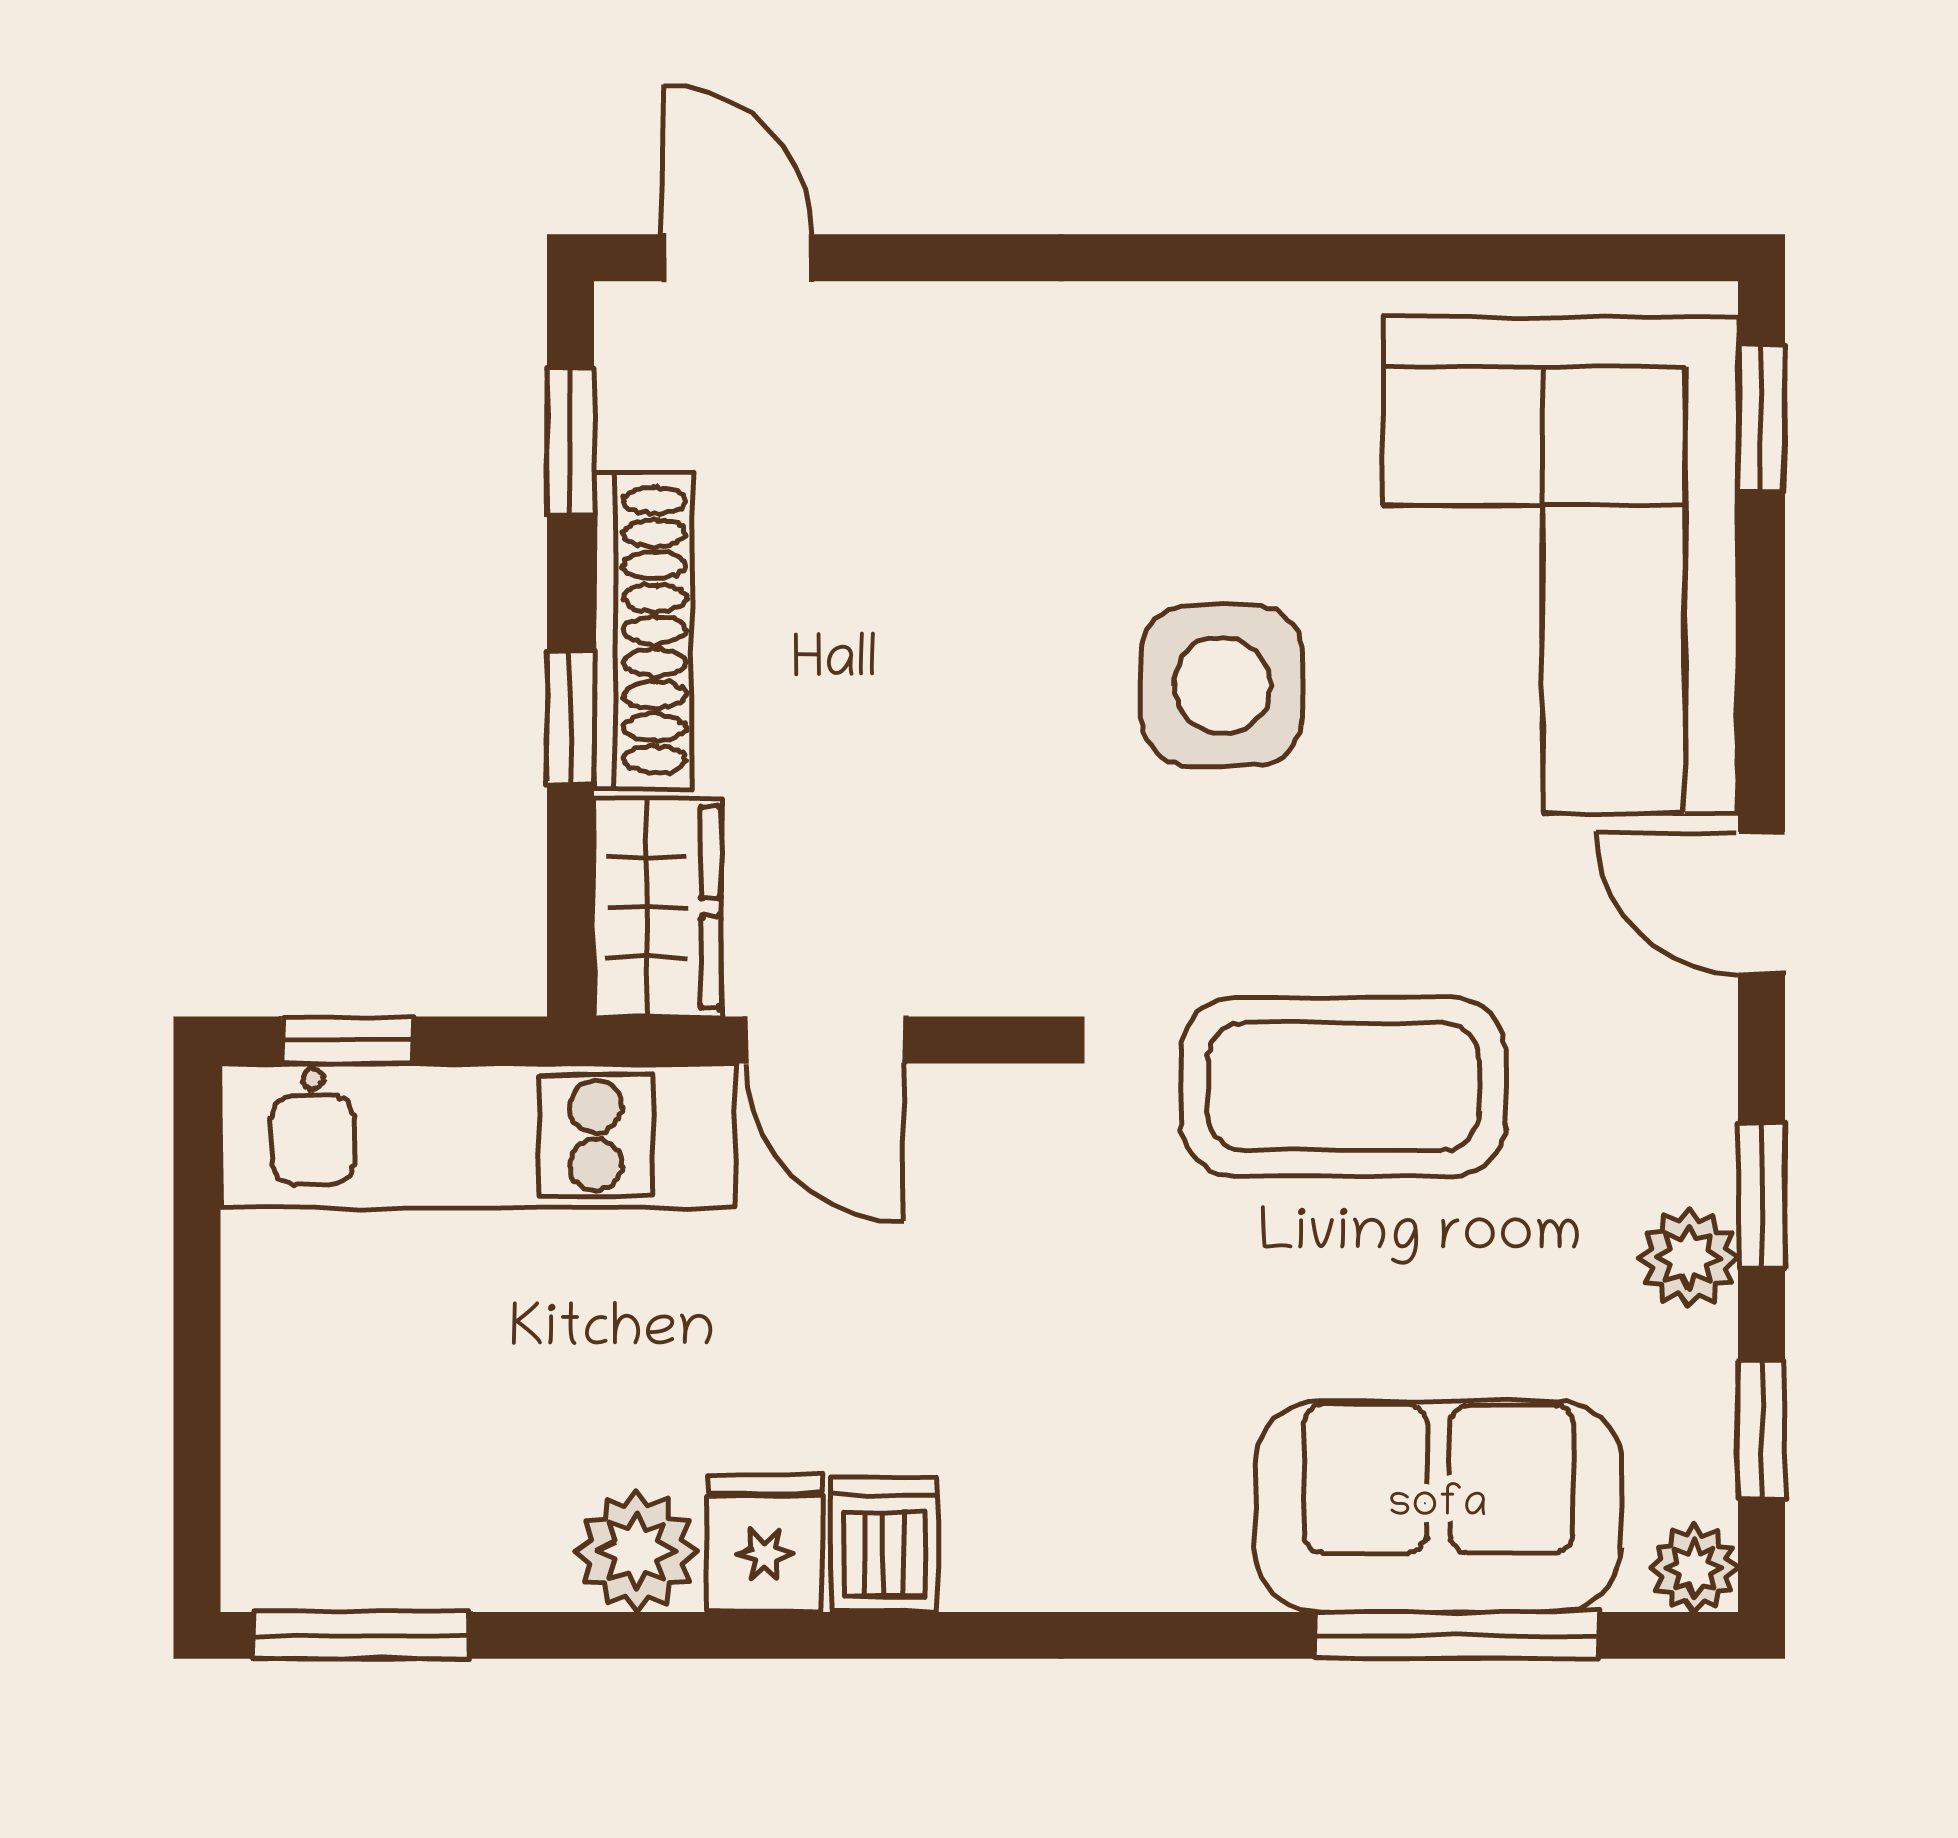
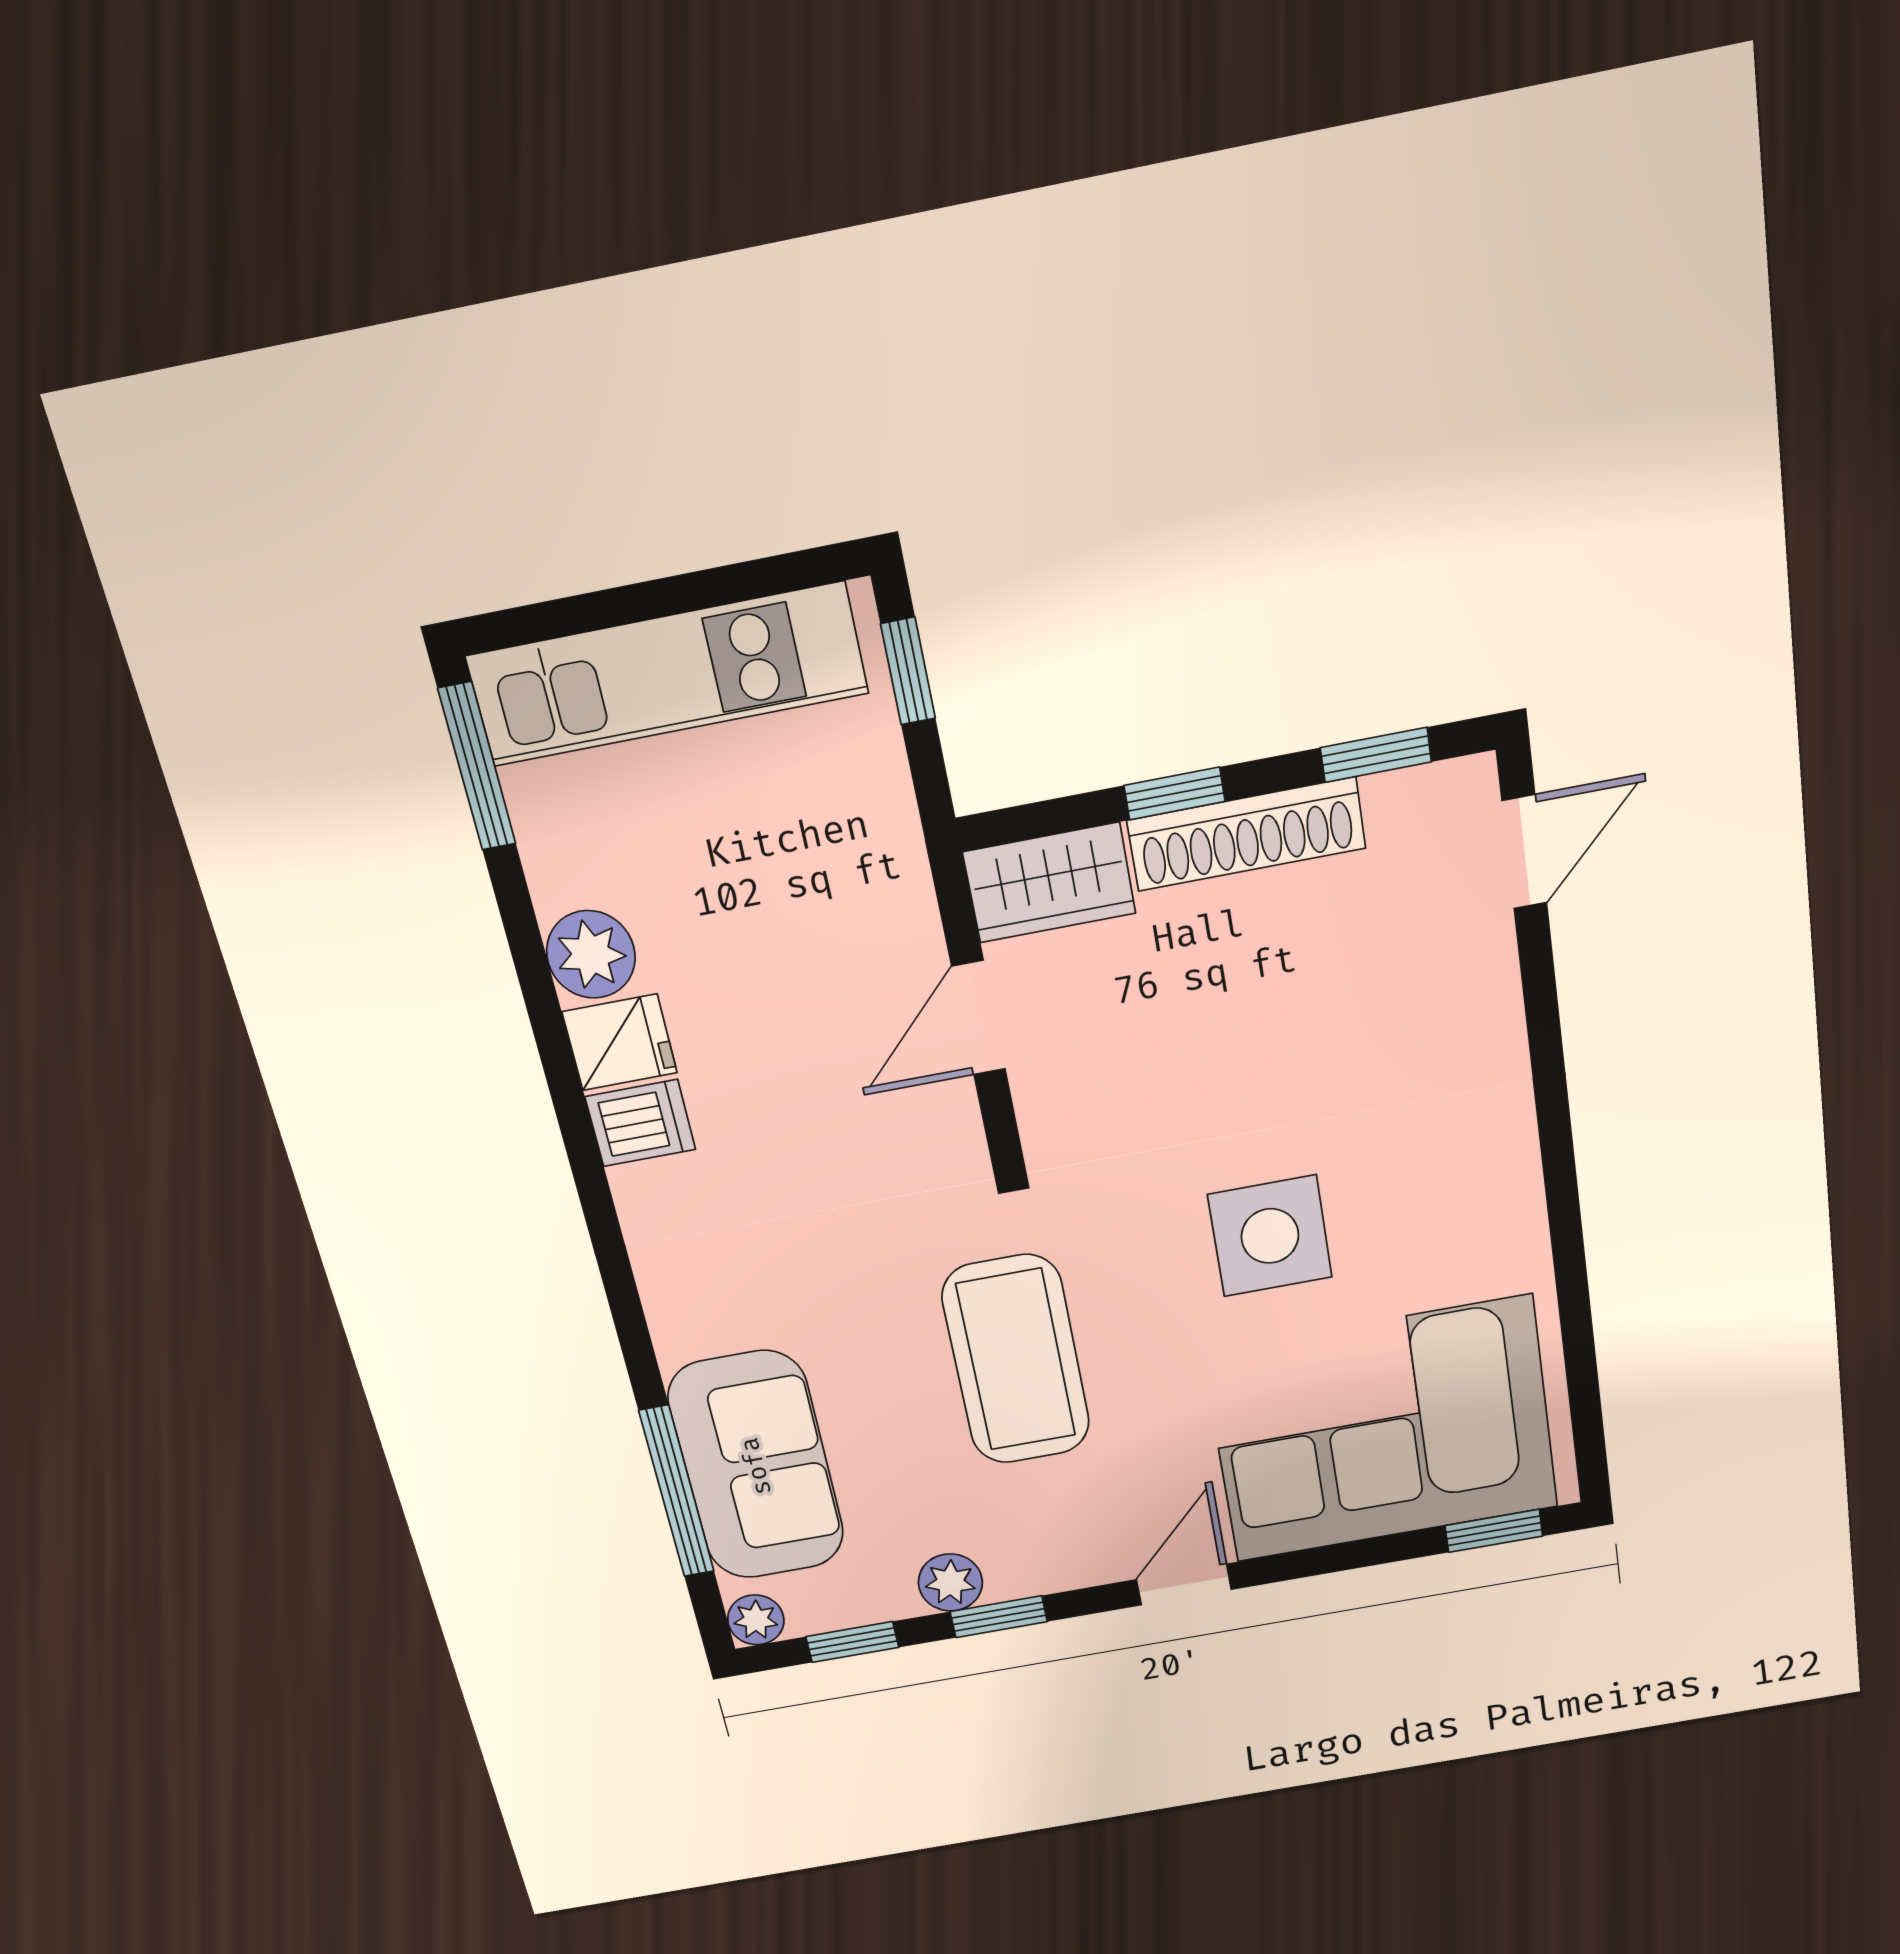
kitchen unit: (478, 1136) -> (668, 675), moved, turned -90

